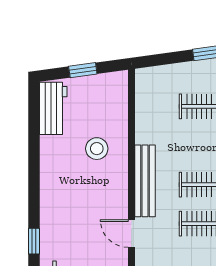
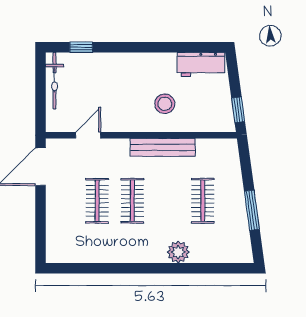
window: (83, 70) -> (238, 110), moved
bench: (145, 181) -> (163, 147), moved

